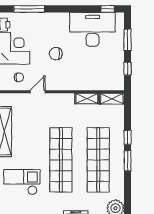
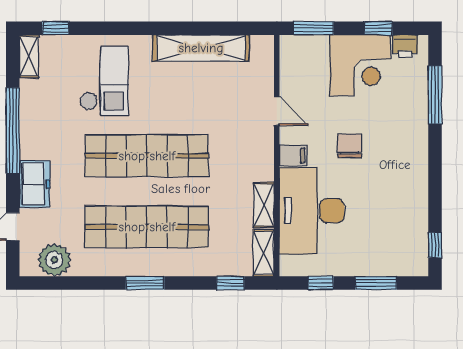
desk: (93, 29) -> (312, 211), moved, turned 180
chair: (19, 77) -> (304, 75), removed
filing cabinet: (61, 83) -> (293, 155), added
window: (128, 137) -> (230, 283), moved

